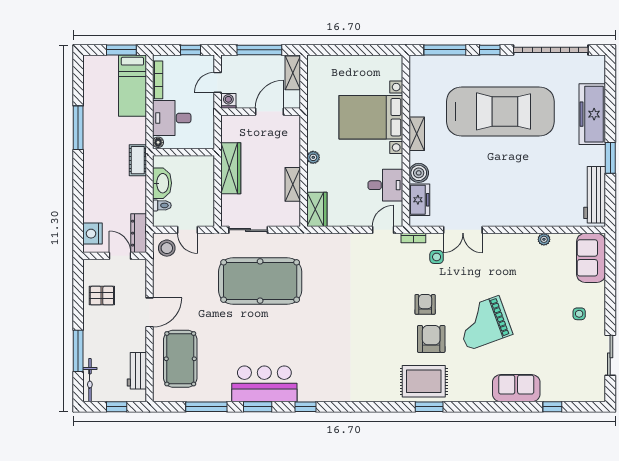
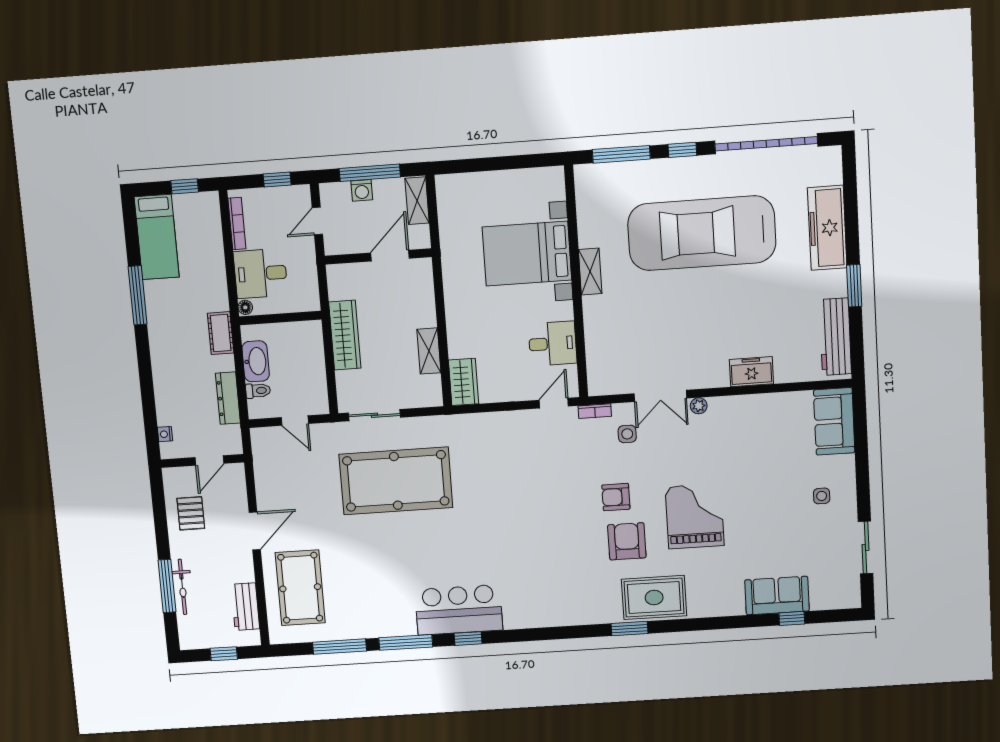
window: (121, 50) -> (185, 186), width x0.67
bed: (132, 86) -> (157, 237), moved
washing machine: (228, 101) -> (362, 190), moved, turned 180
car: (500, 111) -> (702, 233), turned 180
plant: (313, 157) -> (453, 313), removed
boiler: (419, 173) -> (596, 324), removed
freezer: (419, 200) -> (751, 372), moved, turned -90
dresser: (139, 233) -> (228, 398), moved
nightstand: (93, 234) -> (165, 434), width x0.53, depth x0.56
plant: (544, 239) -> (699, 406), moved
stool: (167, 248) -> (270, 446), removed
door: (120, 256) -> (209, 460), swing flipped
pallet: (102, 296) -> (191, 513), turned 90
armchair: (425, 304) -> (616, 497), turned -90
grand piano: (483, 323) -> (695, 516), turned 110
bicycle: (90, 380) -> (182, 587), moved
rug: (424, 381) -> (654, 598), moved
bar counter: (264, 384) -> (459, 610), moved
sofa: (516, 388) -> (777, 595), moved
window: (258, 407) -> (406, 642), width x1.44

